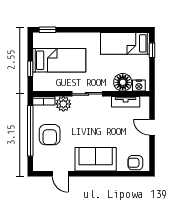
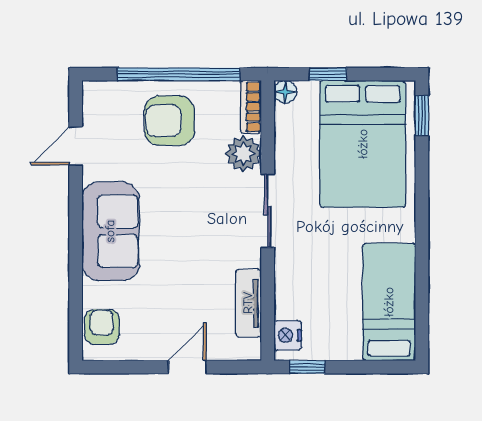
window: (152, 50) -> (307, 367), moved
bed: (59, 60) -> (363, 144), width x1.50
floor lamp: (123, 82) -> (285, 92), moved, width x0.53, depth x0.53

